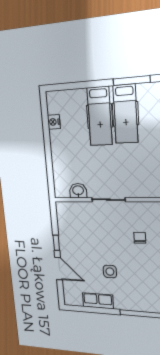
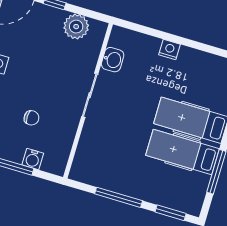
nightstand: (54, 122) -> (169, 50), moved
plant: (66, 224) -> (76, 27), added

